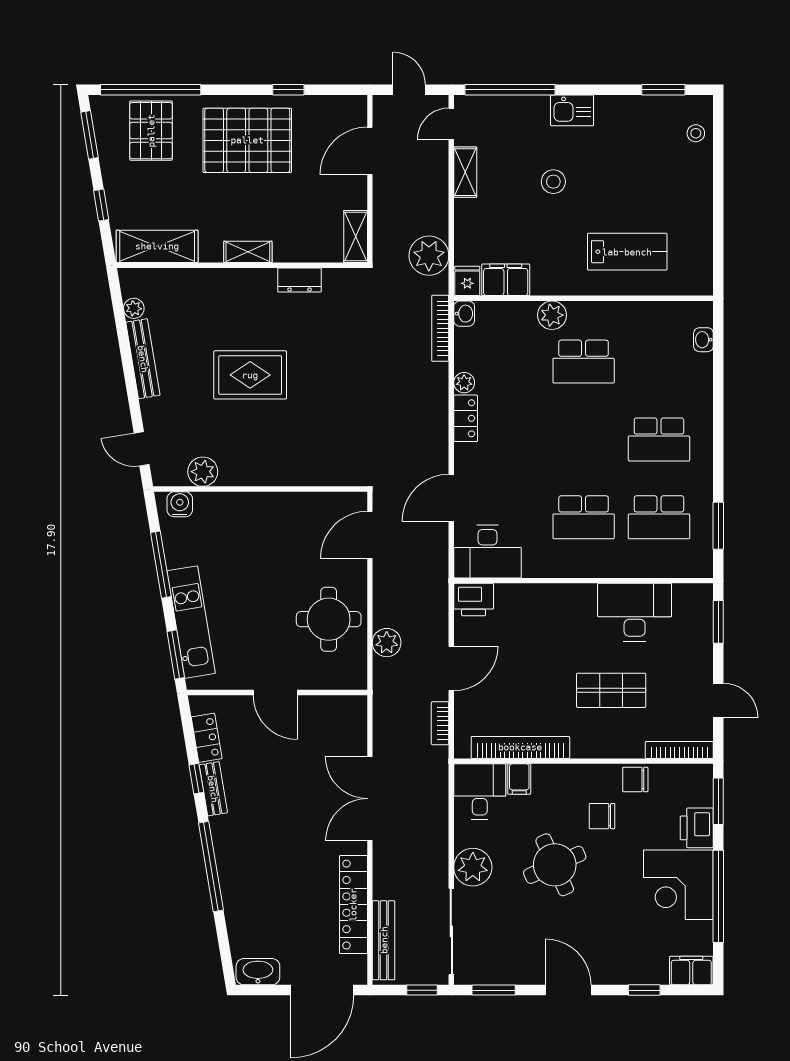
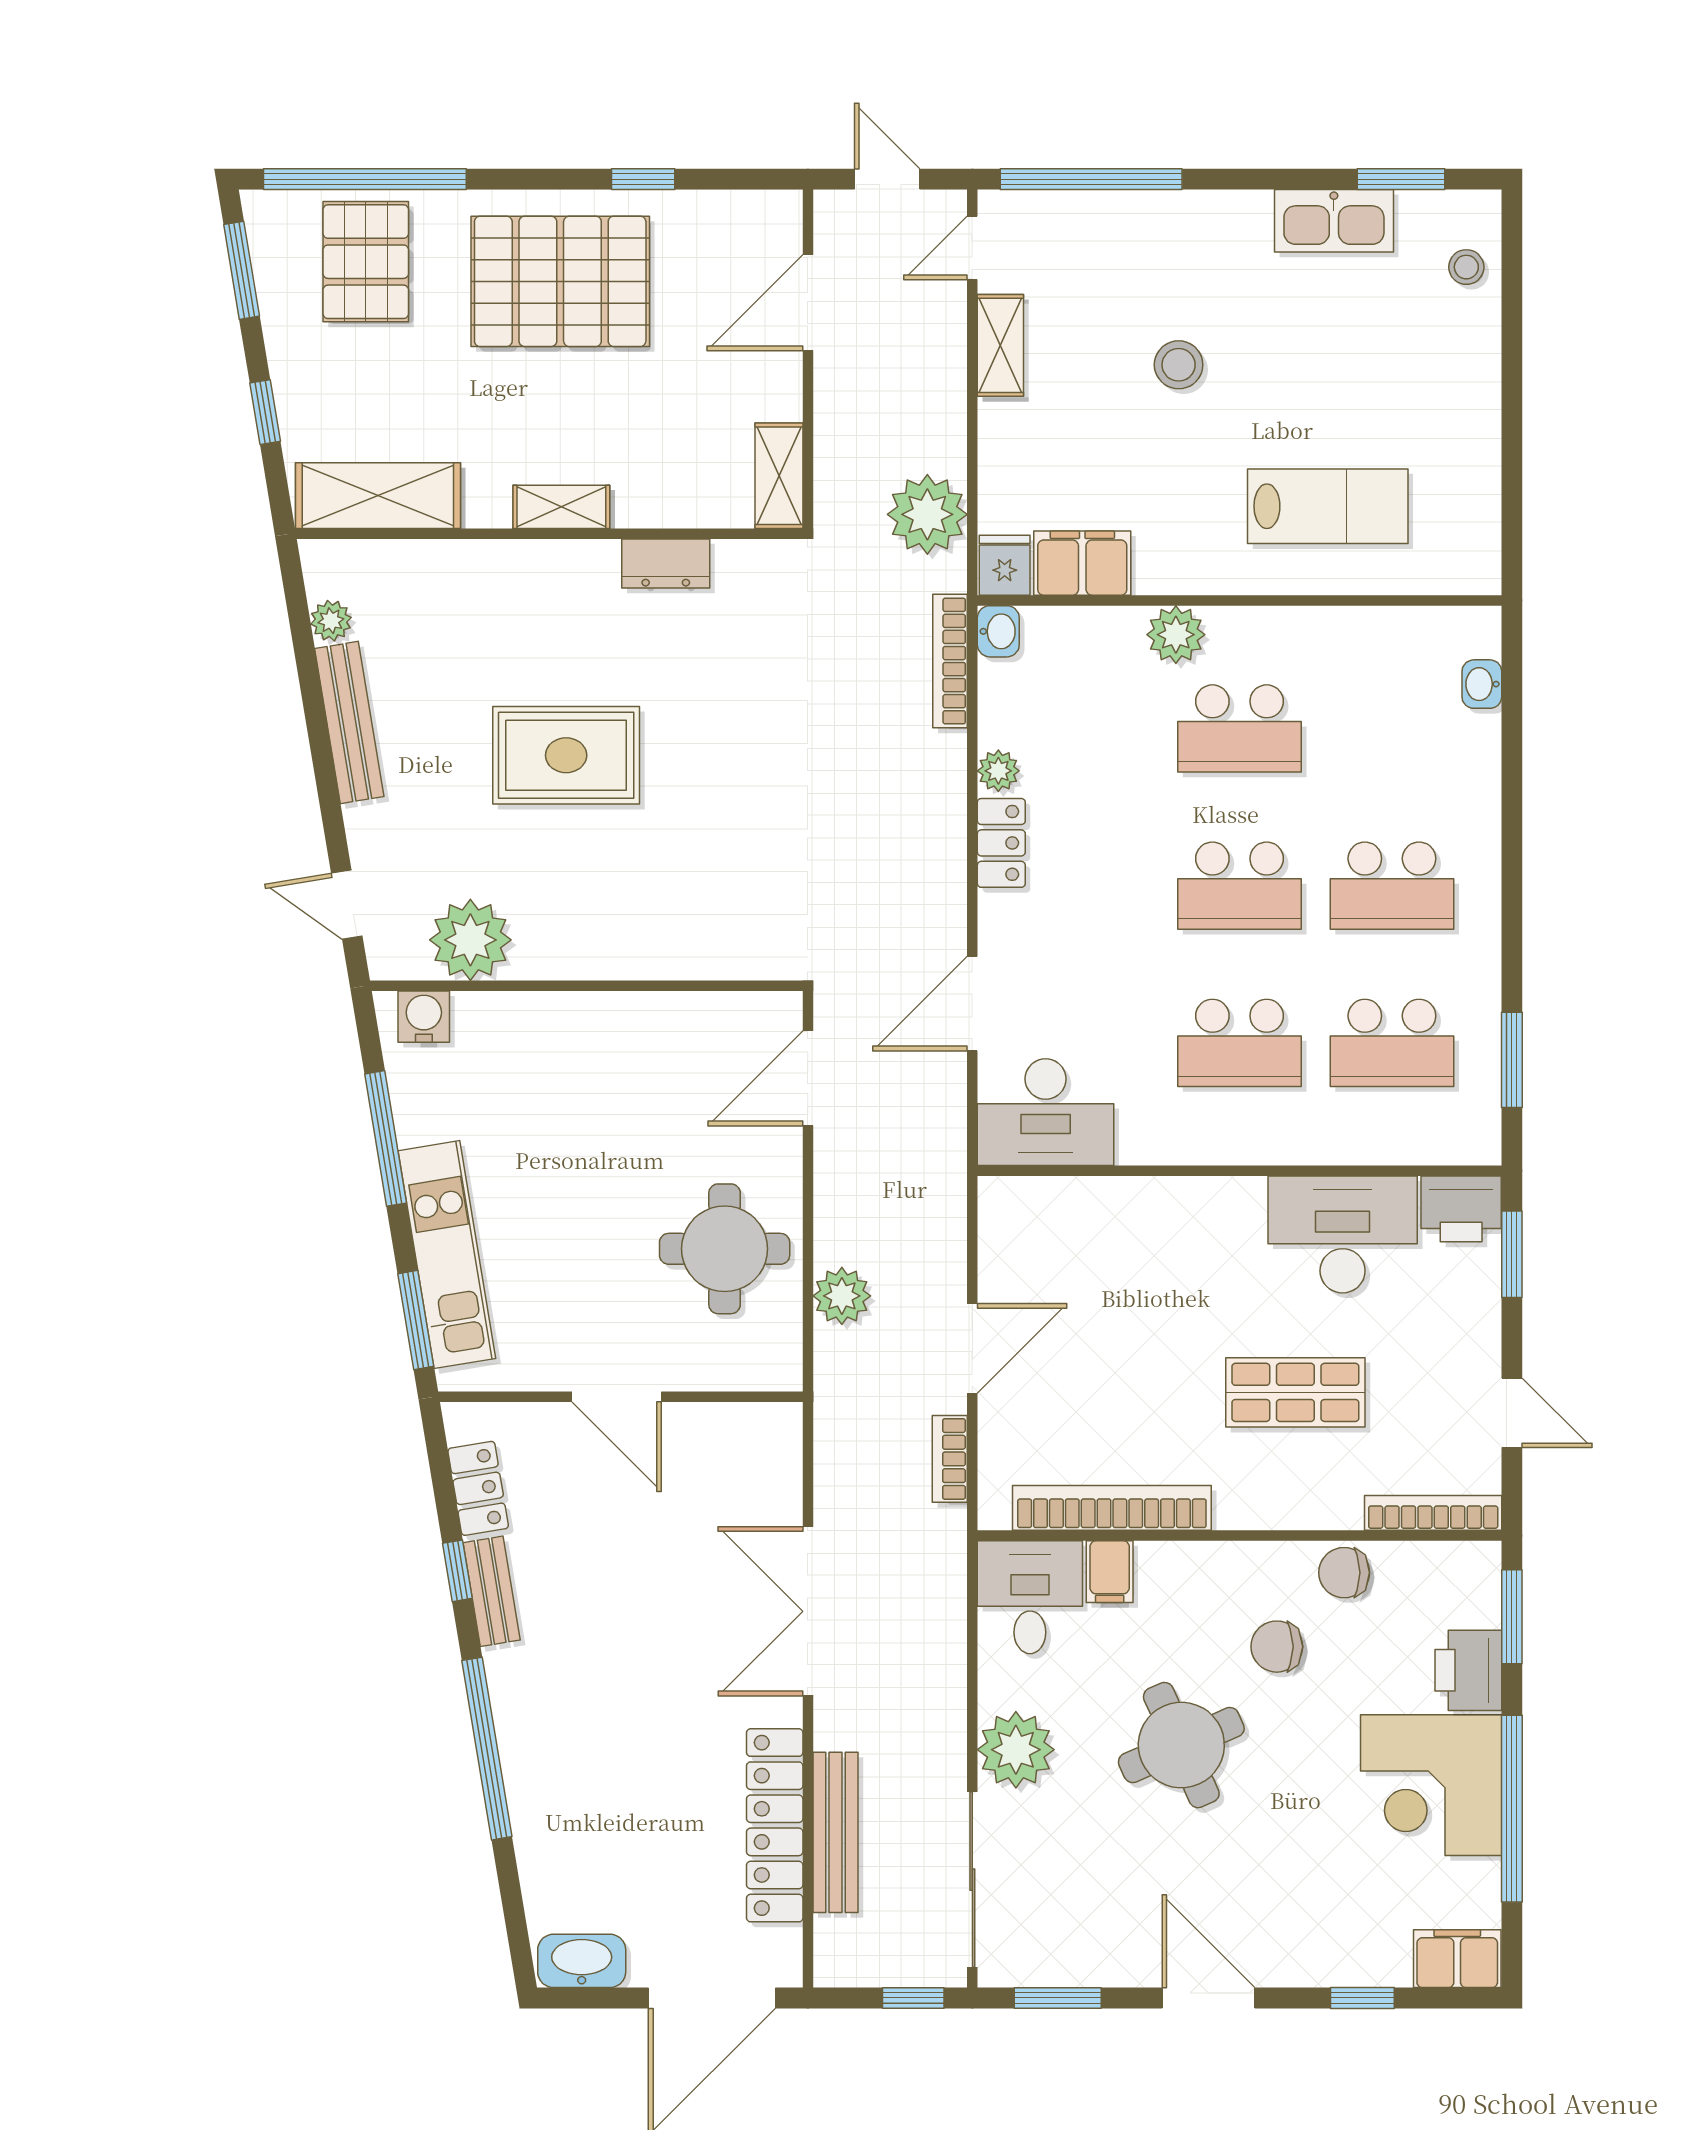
kitchen sink: (572, 110) -> (1334, 221), moved, width x1.38
school desk: (584, 439) -> (1240, 886), added
plant: (203, 472) -> (470, 940), width x1.36, depth x1.36
printer: (474, 599) -> (1461, 1209), moved
bench: (384, 940) -> (836, 1832), moved

